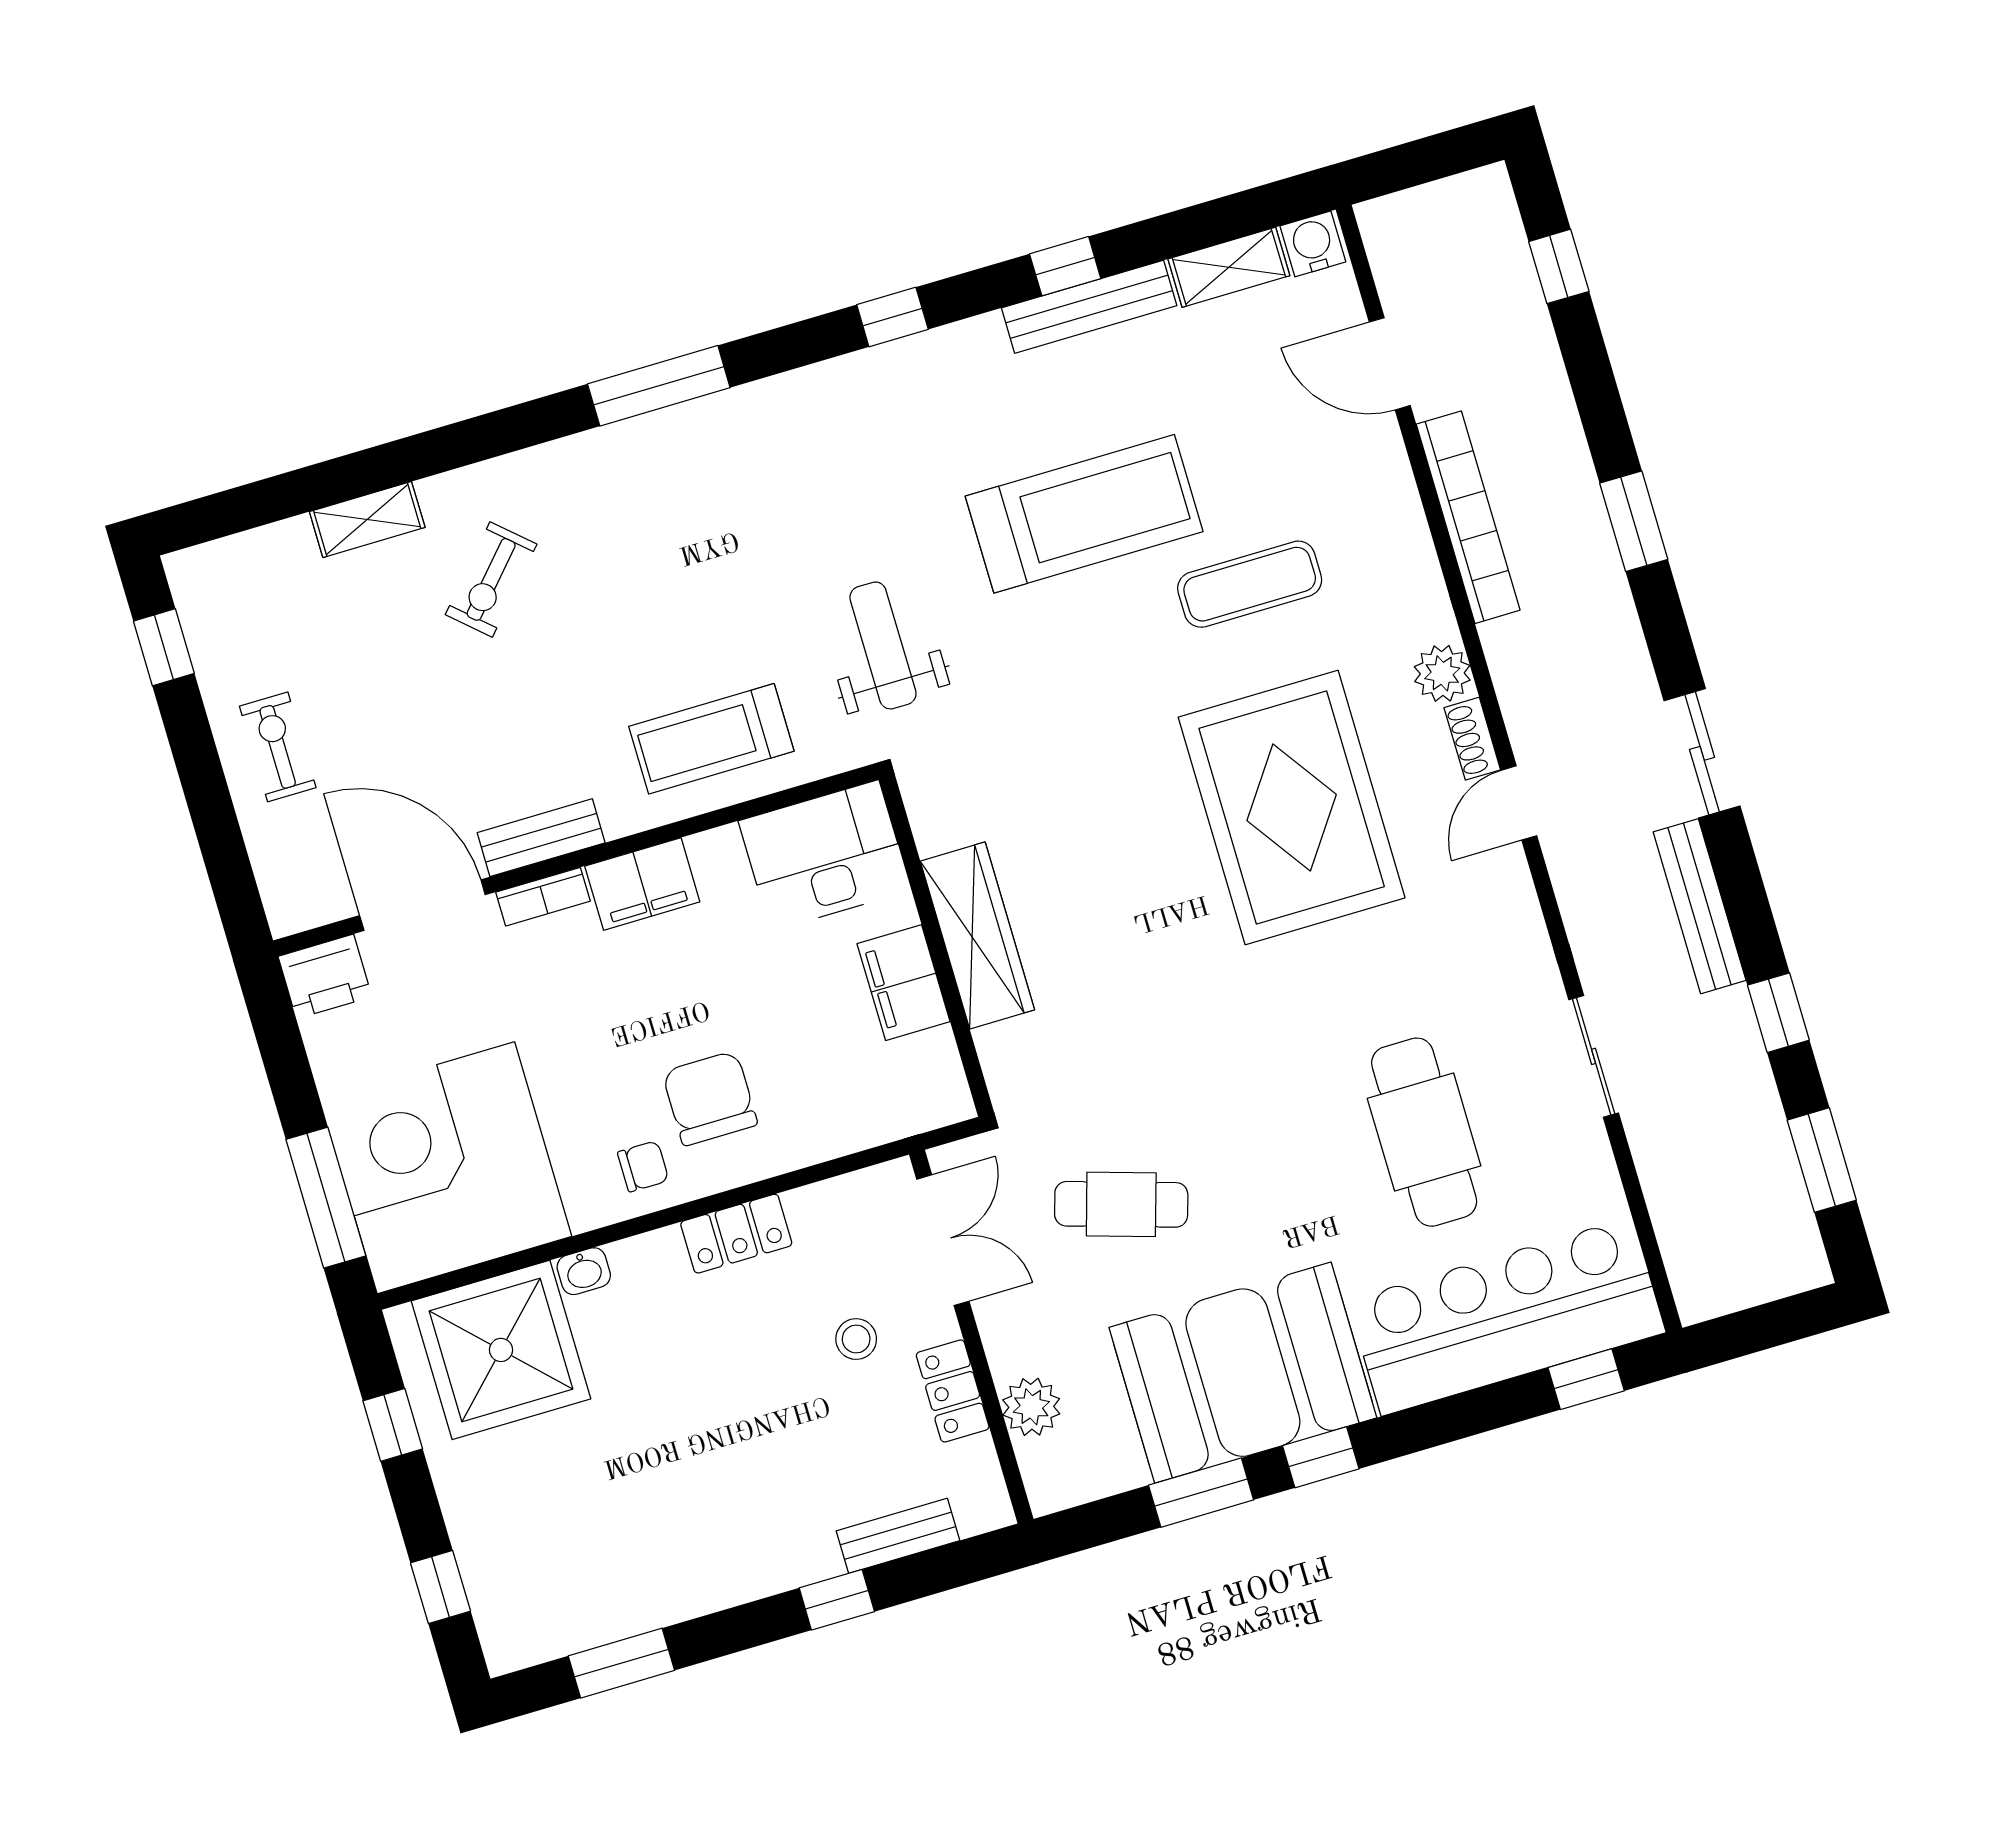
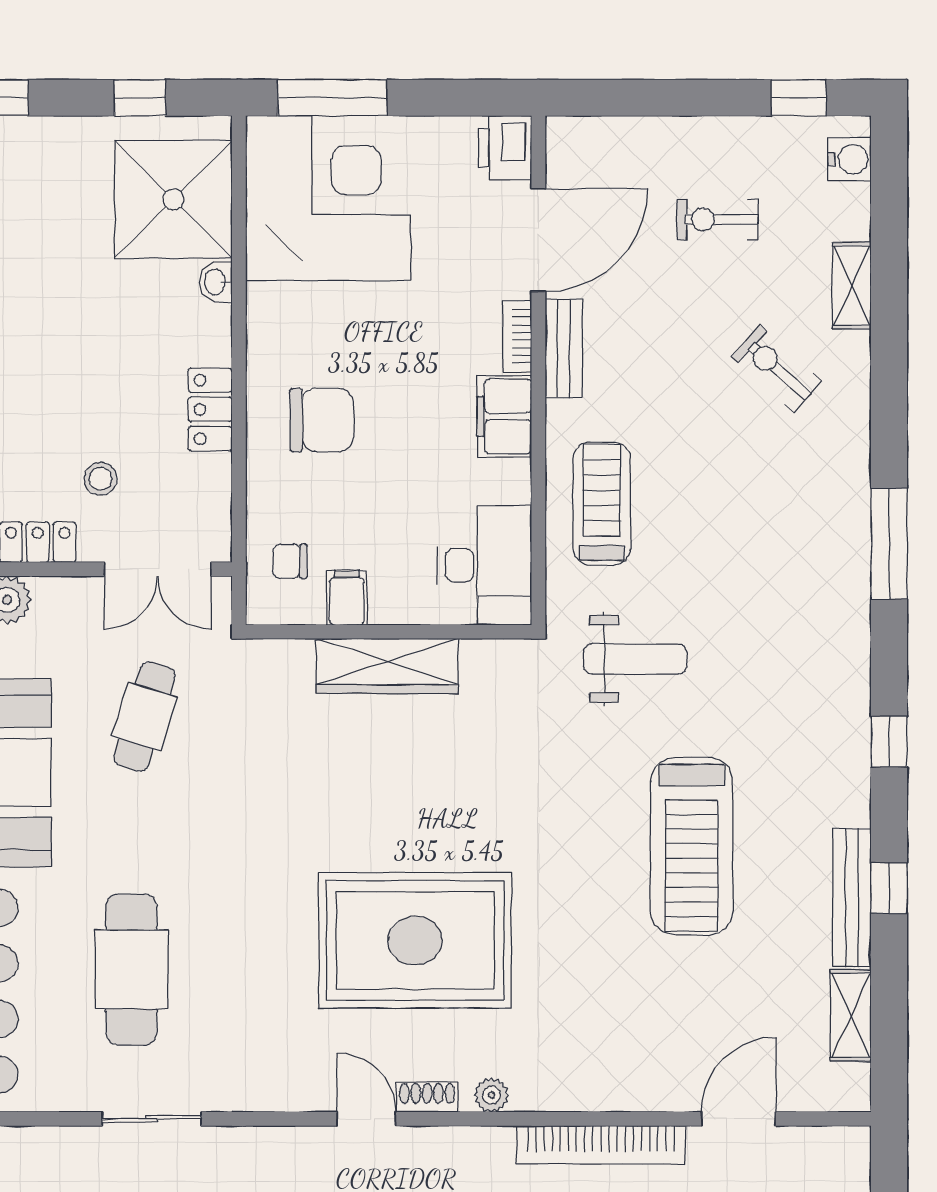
water cooler: (1313, 244) -> (850, 159), moved
exercise mat: (1250, 584) -> (599, 959), removed
plant: (1442, 673) -> (491, 1095), width x0.73, depth x0.73
exercise bike: (278, 747) -> (718, 219), moved, turned 180
filing cabinet: (904, 983) -> (347, 598), width x0.50
cafe table: (1424, 1132) -> (131, 969), turned 90
chair: (643, 1166) -> (290, 561), moved, turned 90

